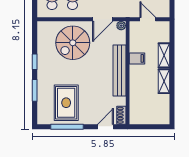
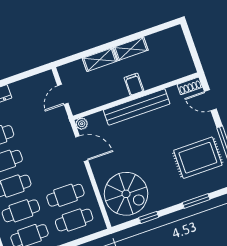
spiral stairs: (73, 43) -> (126, 194), moved
filing cabinet: (137, 58) -> (134, 84), moved
window: (35, 62) -> (149, 217), moved

